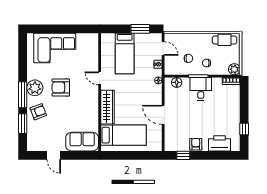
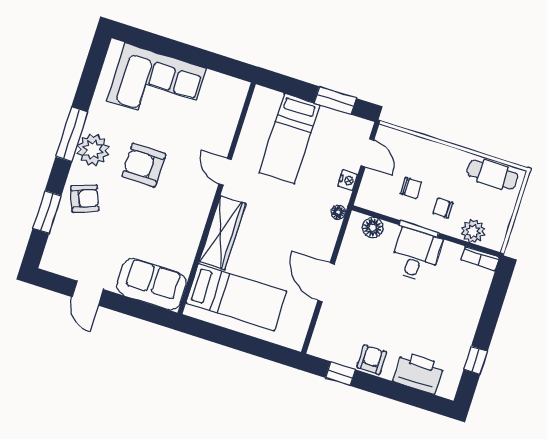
plant: (234, 69) -> (473, 231), moved
window: (23, 95) -> (72, 134), moved

